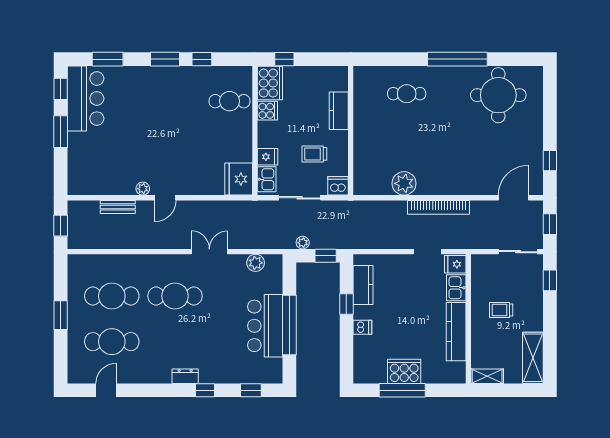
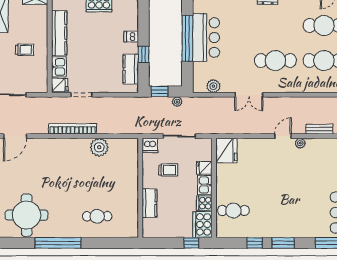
kitchen sink: (267, 179) -> (205, 185), moved

